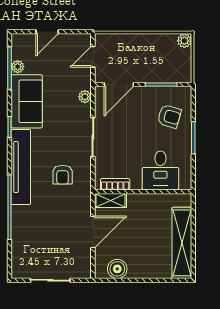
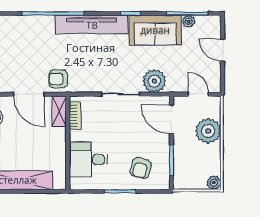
plant: (131, 47) -> (208, 131), added
plant: (85, 97) -> (154, 81), width x1.88, depth x1.88
armchair: (63, 175) -> (58, 79), moved

